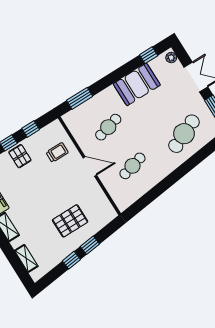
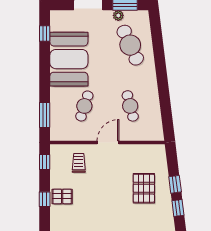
plant: (171, 58) -> (118, 15), moved
booth: (137, 84) -> (69, 59), width x1.36, depth x1.42
cafe table: (108, 127) -> (84, 106), turned 33
window: (31, 129) -> (45, 162), moved

